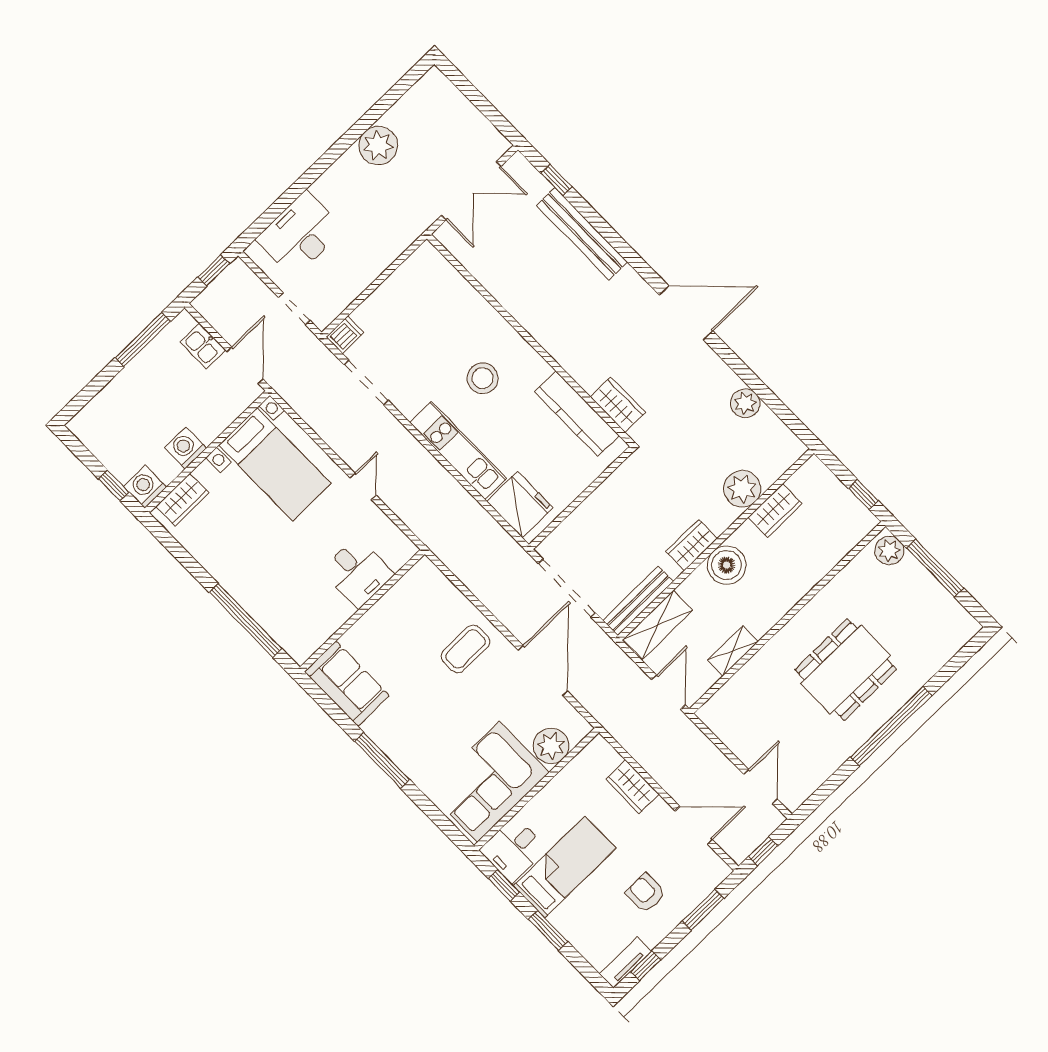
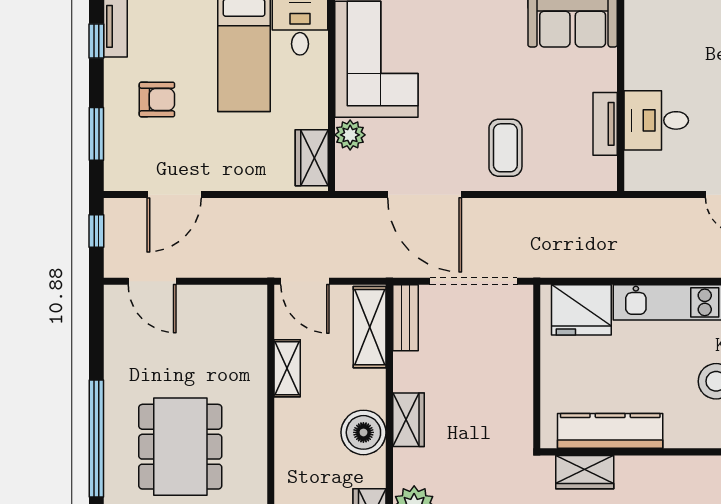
bench: (638, 601) -> (405, 318), width x0.73
tv unit: (391, 602) -> (605, 124), added
plant: (551, 746) -> (350, 135), width x0.73, depth x0.73
wardrobe: (632, 787) -> (312, 158), moved, turned -90

